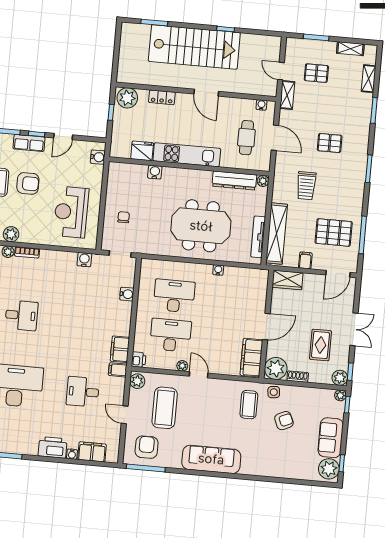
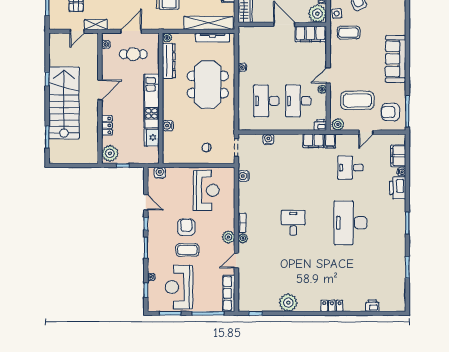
row of seats: (29, 143) -> (154, 229), removed
reception desk: (71, 212) -> (206, 190), turned -90
desk: (83, 392) -> (350, 168), turned 90

